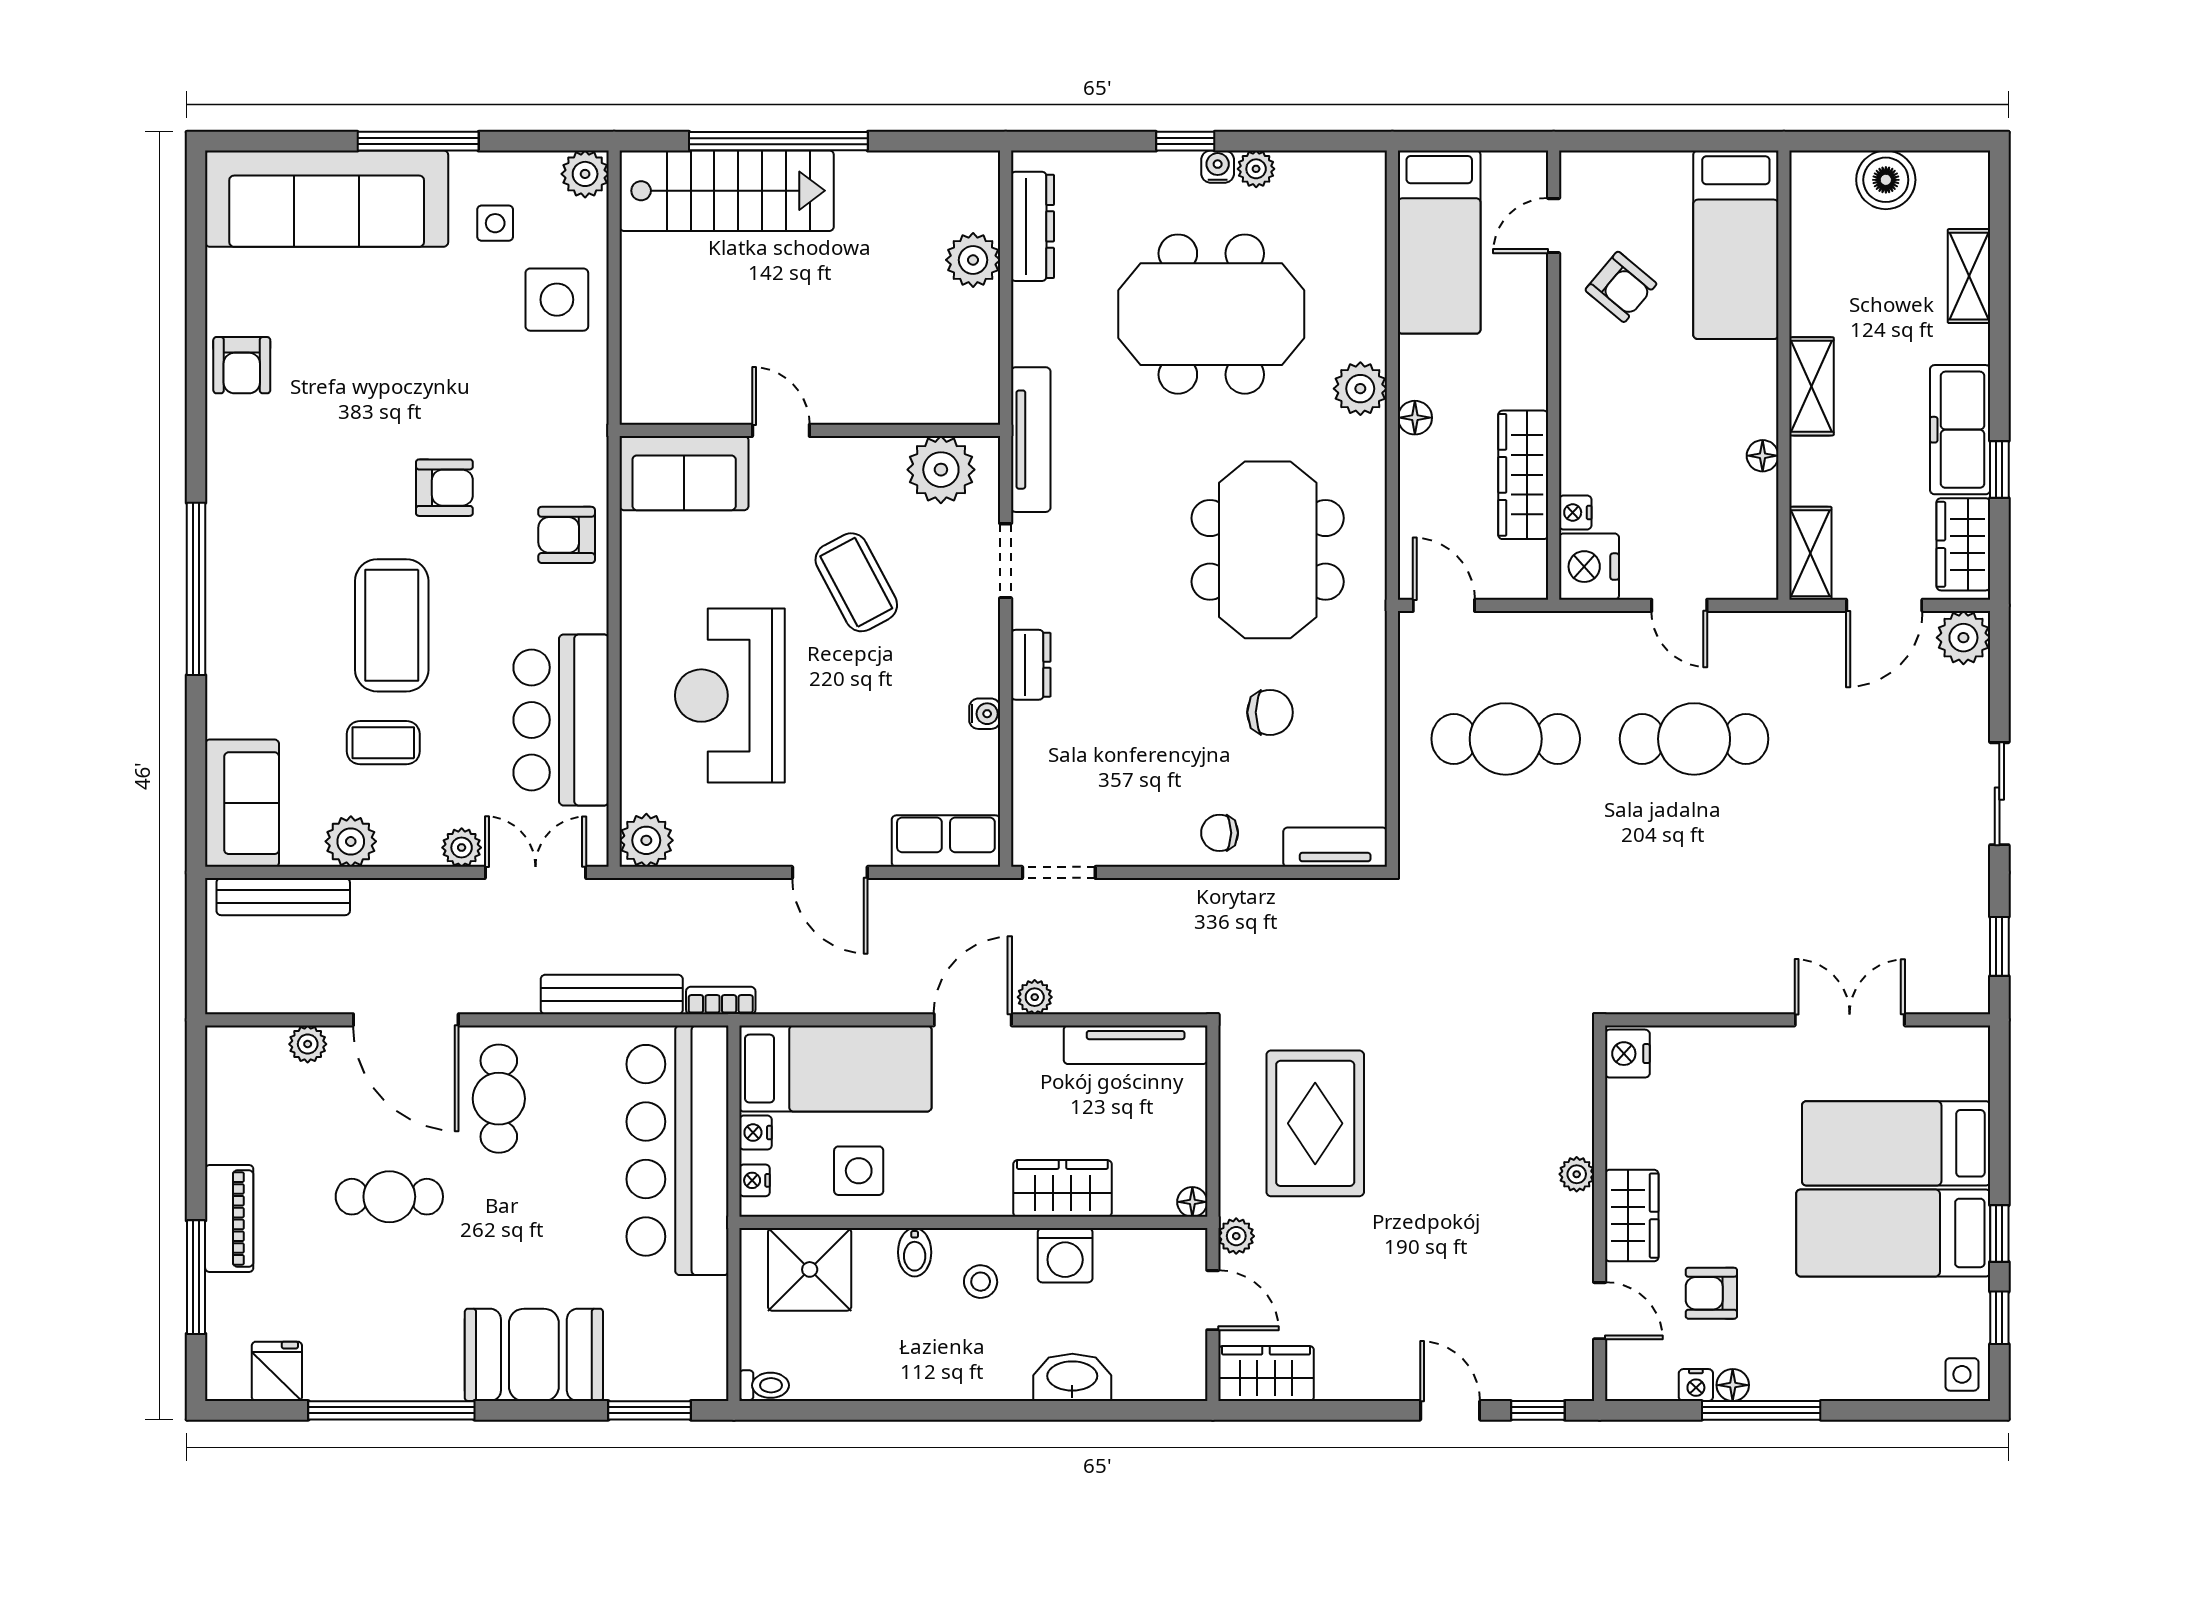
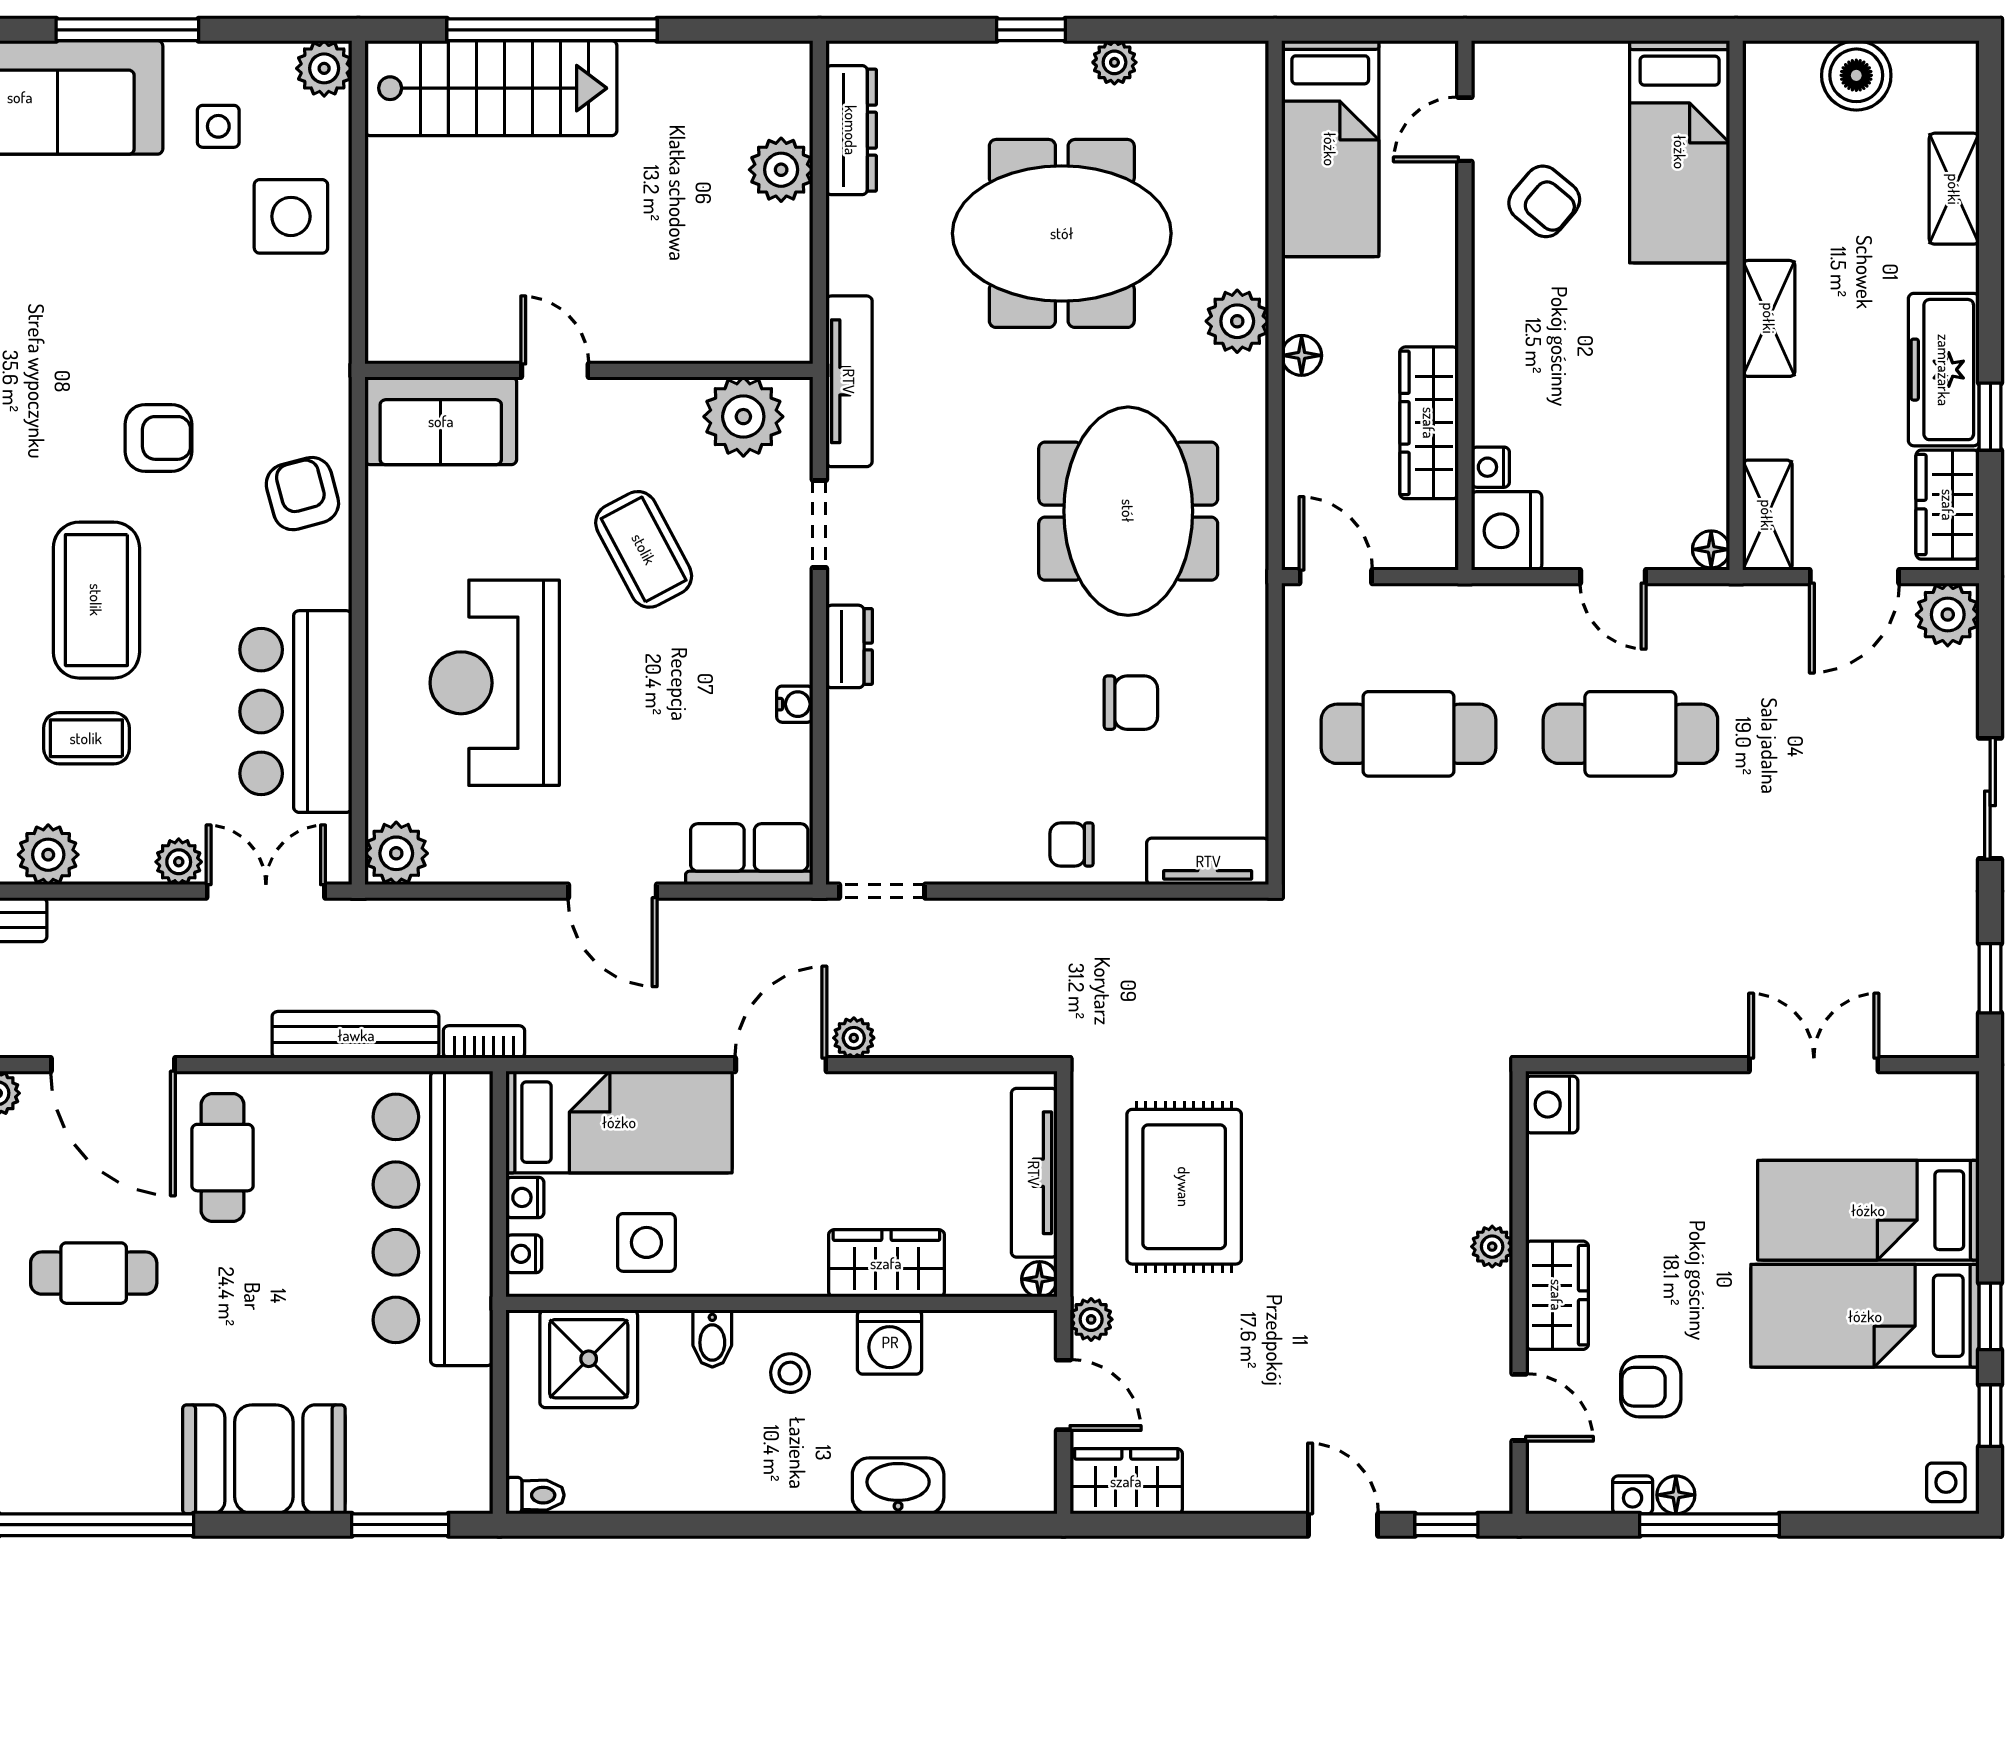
water cooler: (1218, 167) -> (1069, 60), removed
floor lamp: (1763, 456) -> (1711, 549), moved
armchair: (567, 535) -> (302, 494), turned 75
tv unit: (1136, 1045) -> (1034, 1173), moved, turned 90

